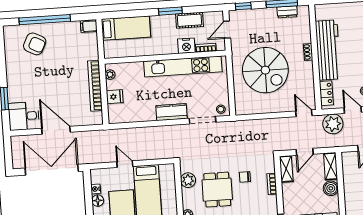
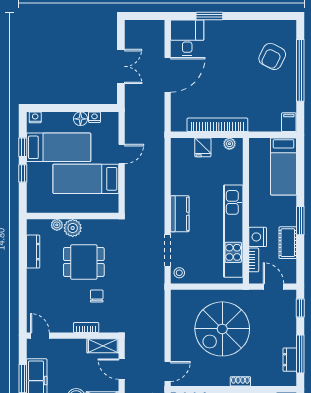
double door: (52, 170) -> (121, 66), width x0.54
plant: (188, 180) -> (73, 228), moved

